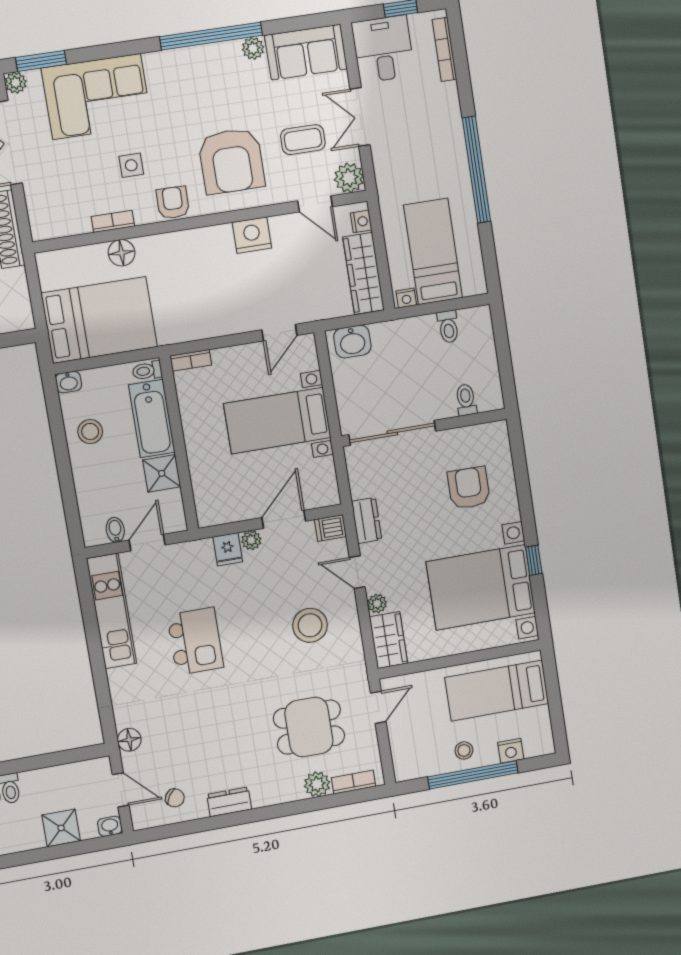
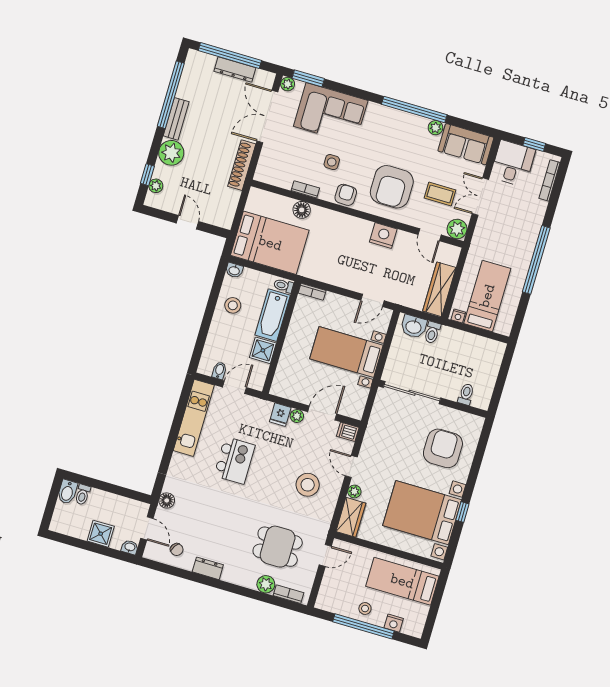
nightstand: (361, 221) -> (452, 258), removed
toilet: (448, 327) -> (432, 332), moved
armchair: (469, 488) -> (443, 448), width x1.36, depth x1.36
dresser: (367, 520) -> (372, 438), removed

